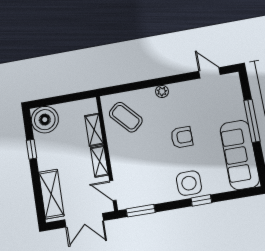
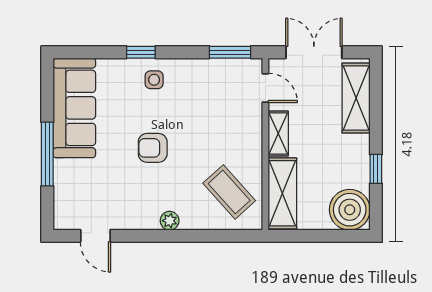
shelving: (94, 130) -> (282, 193), width x1.50, depth x1.33
side table: (189, 183) -> (154, 80), width x0.54, depth x0.54

